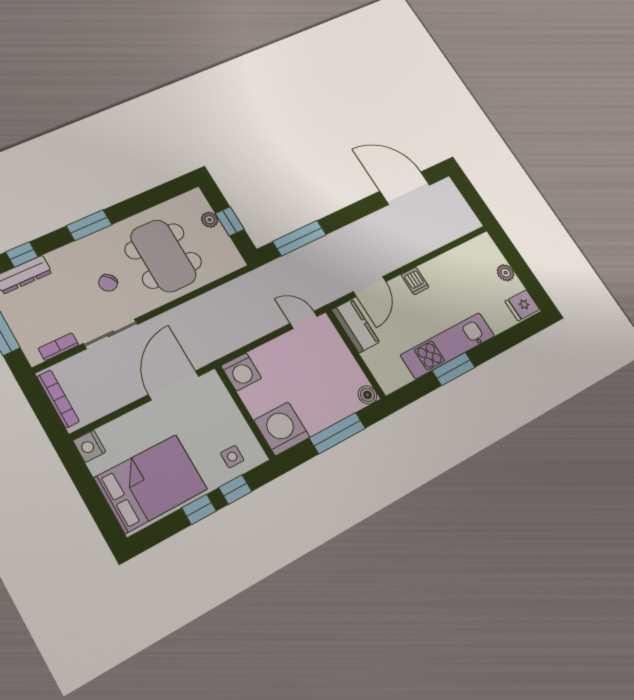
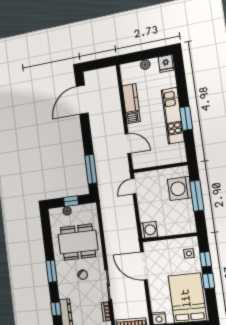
kitchen counter: (355, 326) -> (131, 98), moved, turned 90
boiler: (367, 395) -> (183, 171), removed
washing machine: (282, 429) -> (180, 188), moved

